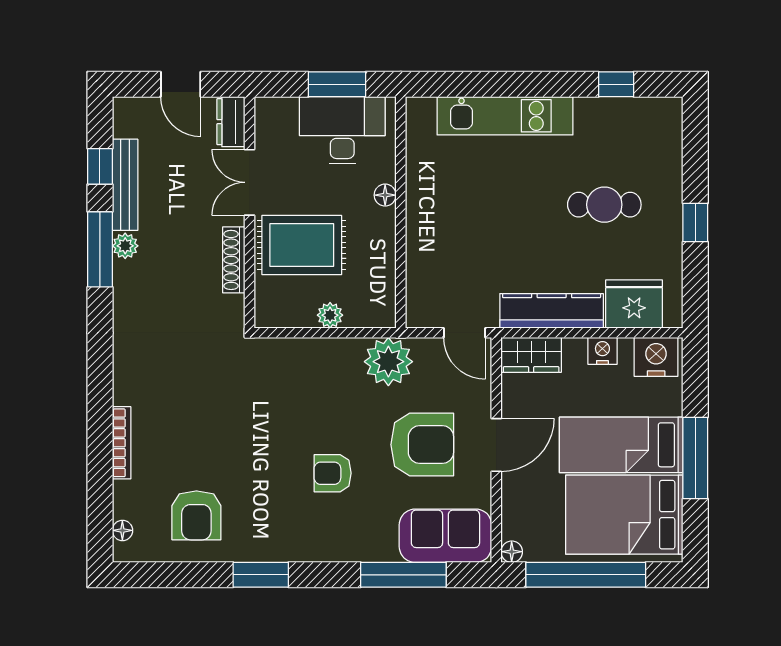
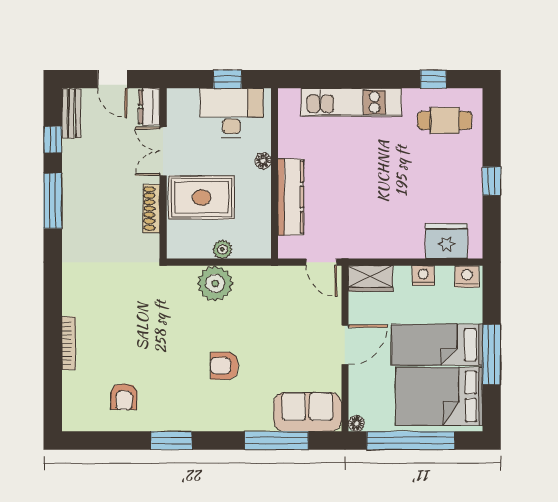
window: (337, 84) -> (227, 79), width x0.67
bench: (125, 185) -> (71, 113), moved, width x0.73
cafe table: (604, 205) -> (445, 120), moved
plant: (125, 246) -> (71, 198), removed
kitchen counter: (552, 311) -> (291, 197), moved, turned 90
nightstand: (656, 357) -> (467, 276), width x0.74, depth x0.75
plant: (388, 362) -> (215, 283), moved
armchair: (422, 445) -> (290, 345), removed
armchair: (196, 515) -> (124, 397), width x0.72, depth x0.72
floor lamp: (122, 530) -> (69, 408), removed

